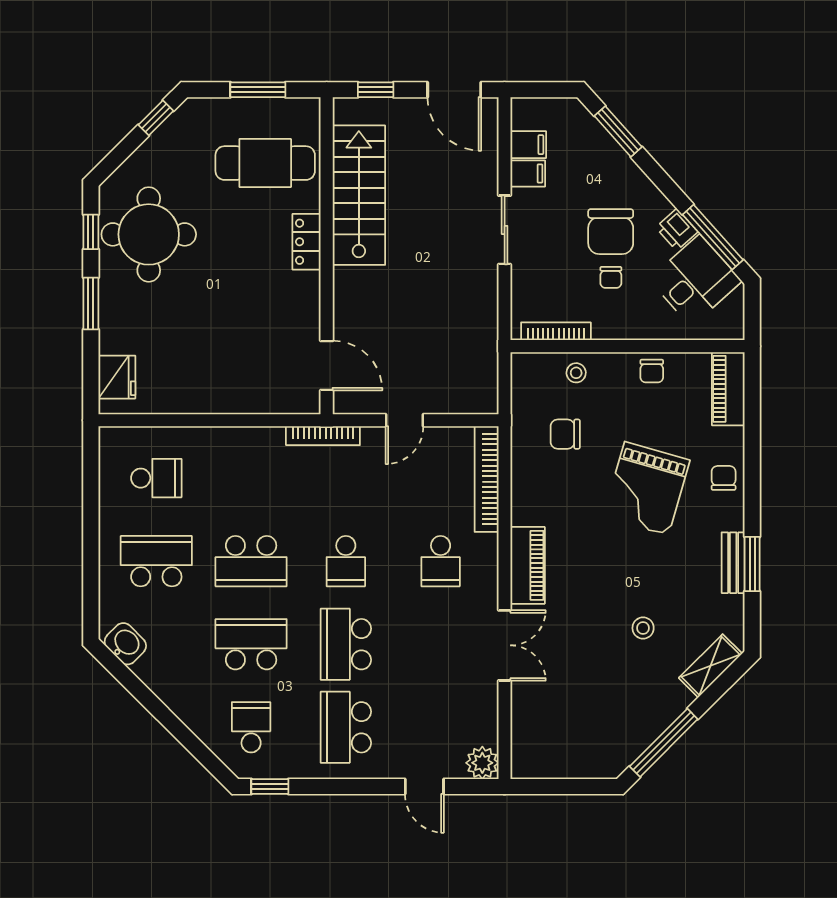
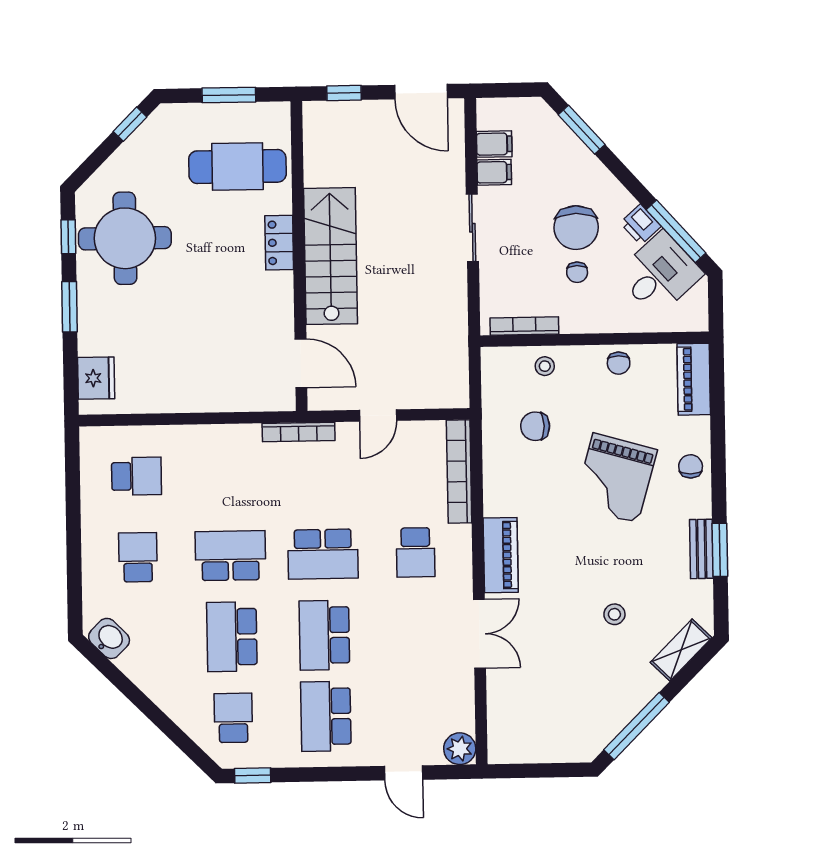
stairs: (359, 195) -> (331, 256), moved
school desk: (156, 561) -> (138, 557), width x0.54
school desk: (251, 561) -> (230, 556), turned 180
school desk: (346, 561) -> (323, 554), width x1.85
school desk: (251, 644) -> (232, 637), turned -90

